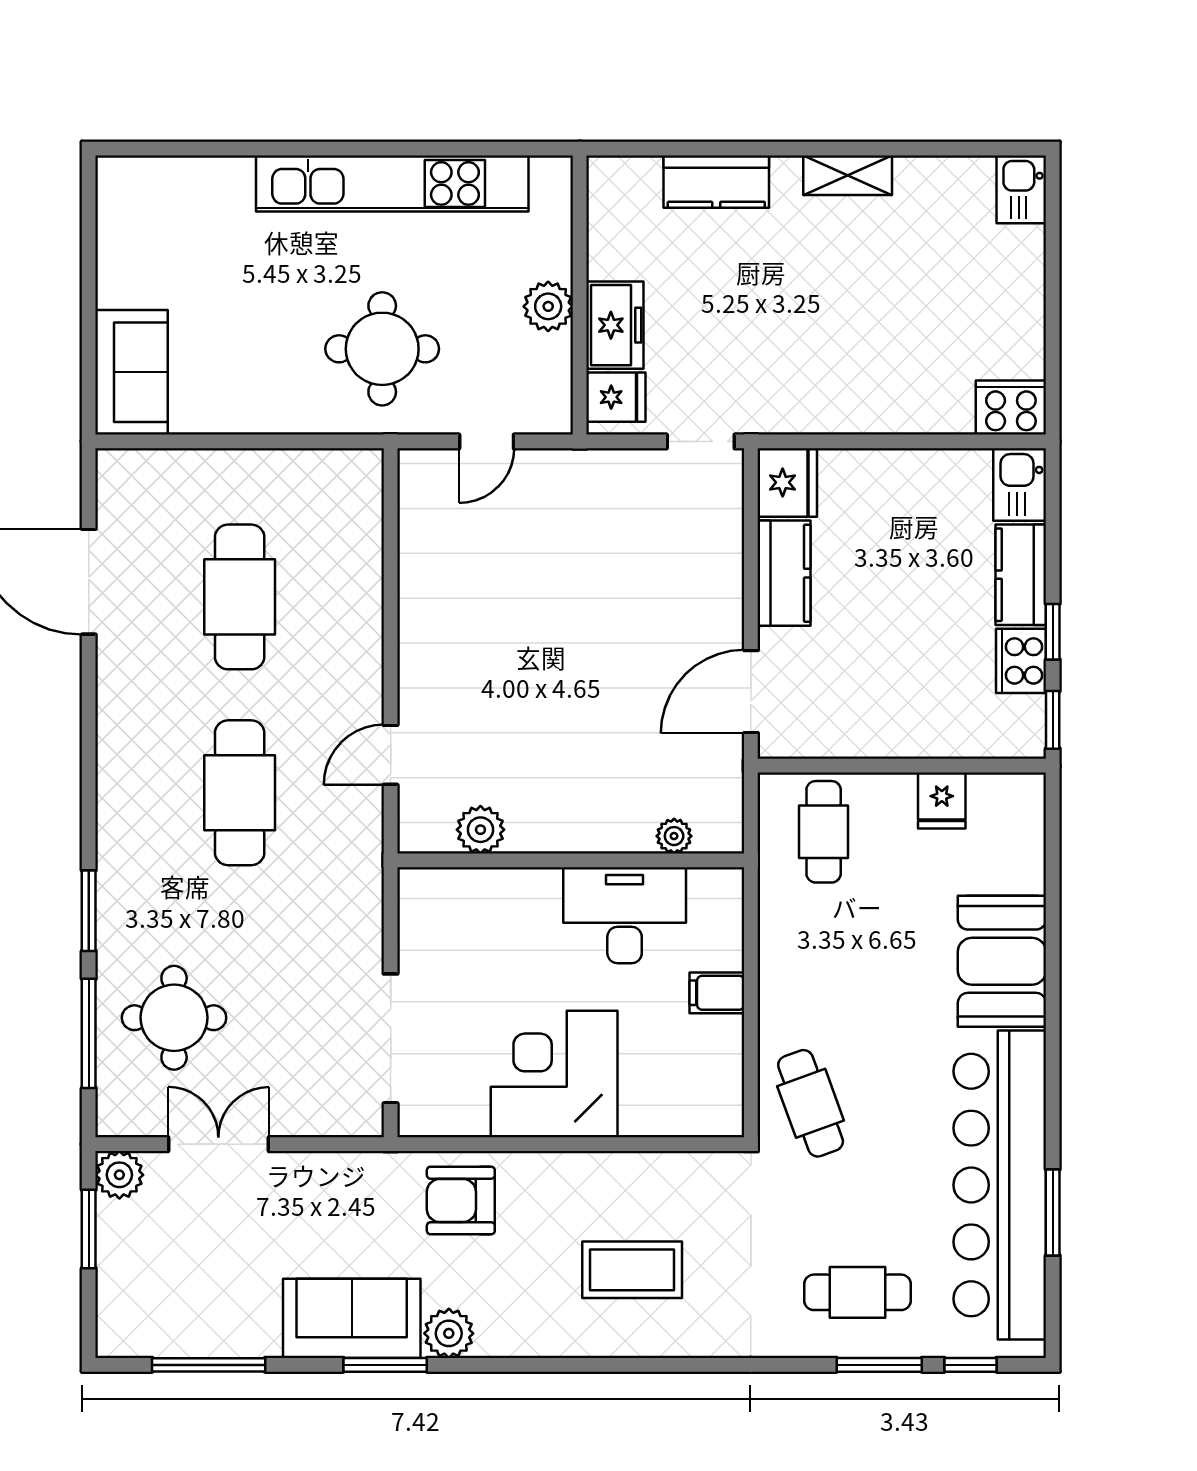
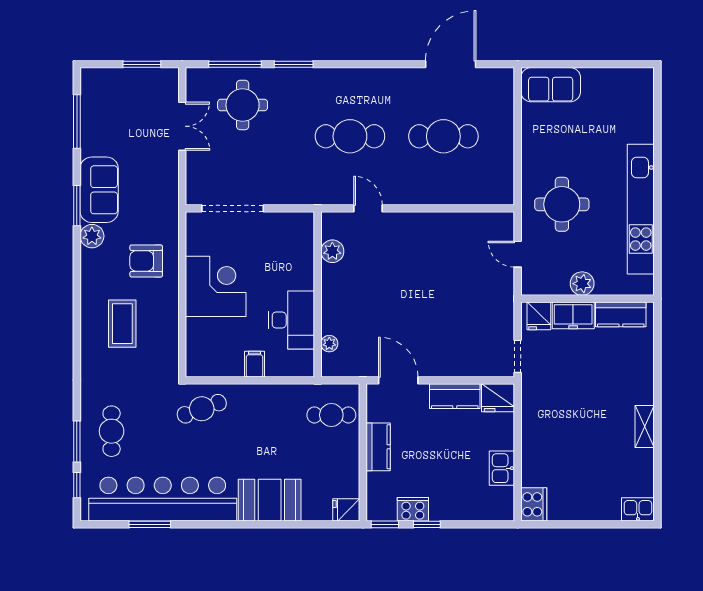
kitchen counter: (716, 182) -> (621, 314), moved, turned -90
kitchen sink: (1020, 484) -> (502, 468), moved, turned -90
kitchen counter: (1021, 575) -> (378, 447), moved, turned 90
fridge: (942, 801) -> (346, 510), moved
plant: (119, 1175) -> (168, 79), removed
armchair: (461, 1200) -> (146, 261), moved, turned -90

